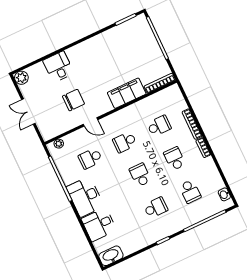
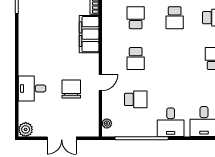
school desk: (90, 158) -> (136, 99), turned -90
school desk: (175, 159) -> (175, 18), turned -90
school desk: (140, 175) -> (175, 59), removed
desk: (85, 197) -> (171, 122), width x0.73

